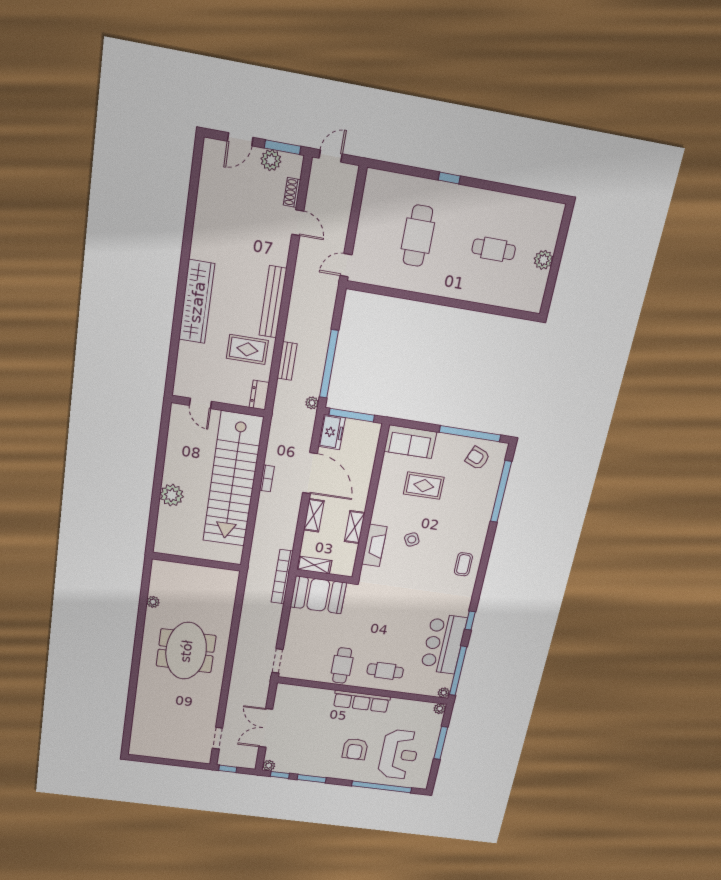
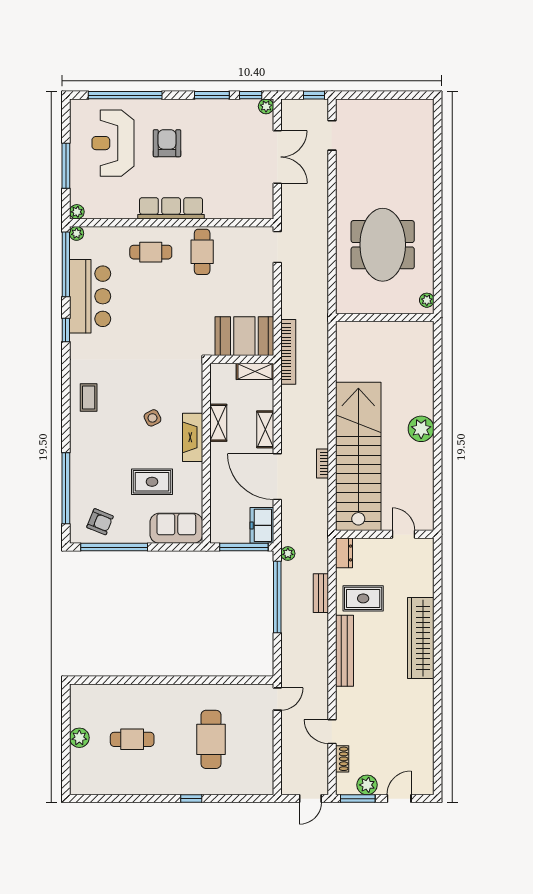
fireplace: (374, 545) -> (193, 437), moved
wall: (197, 562) -> (385, 317), moved

